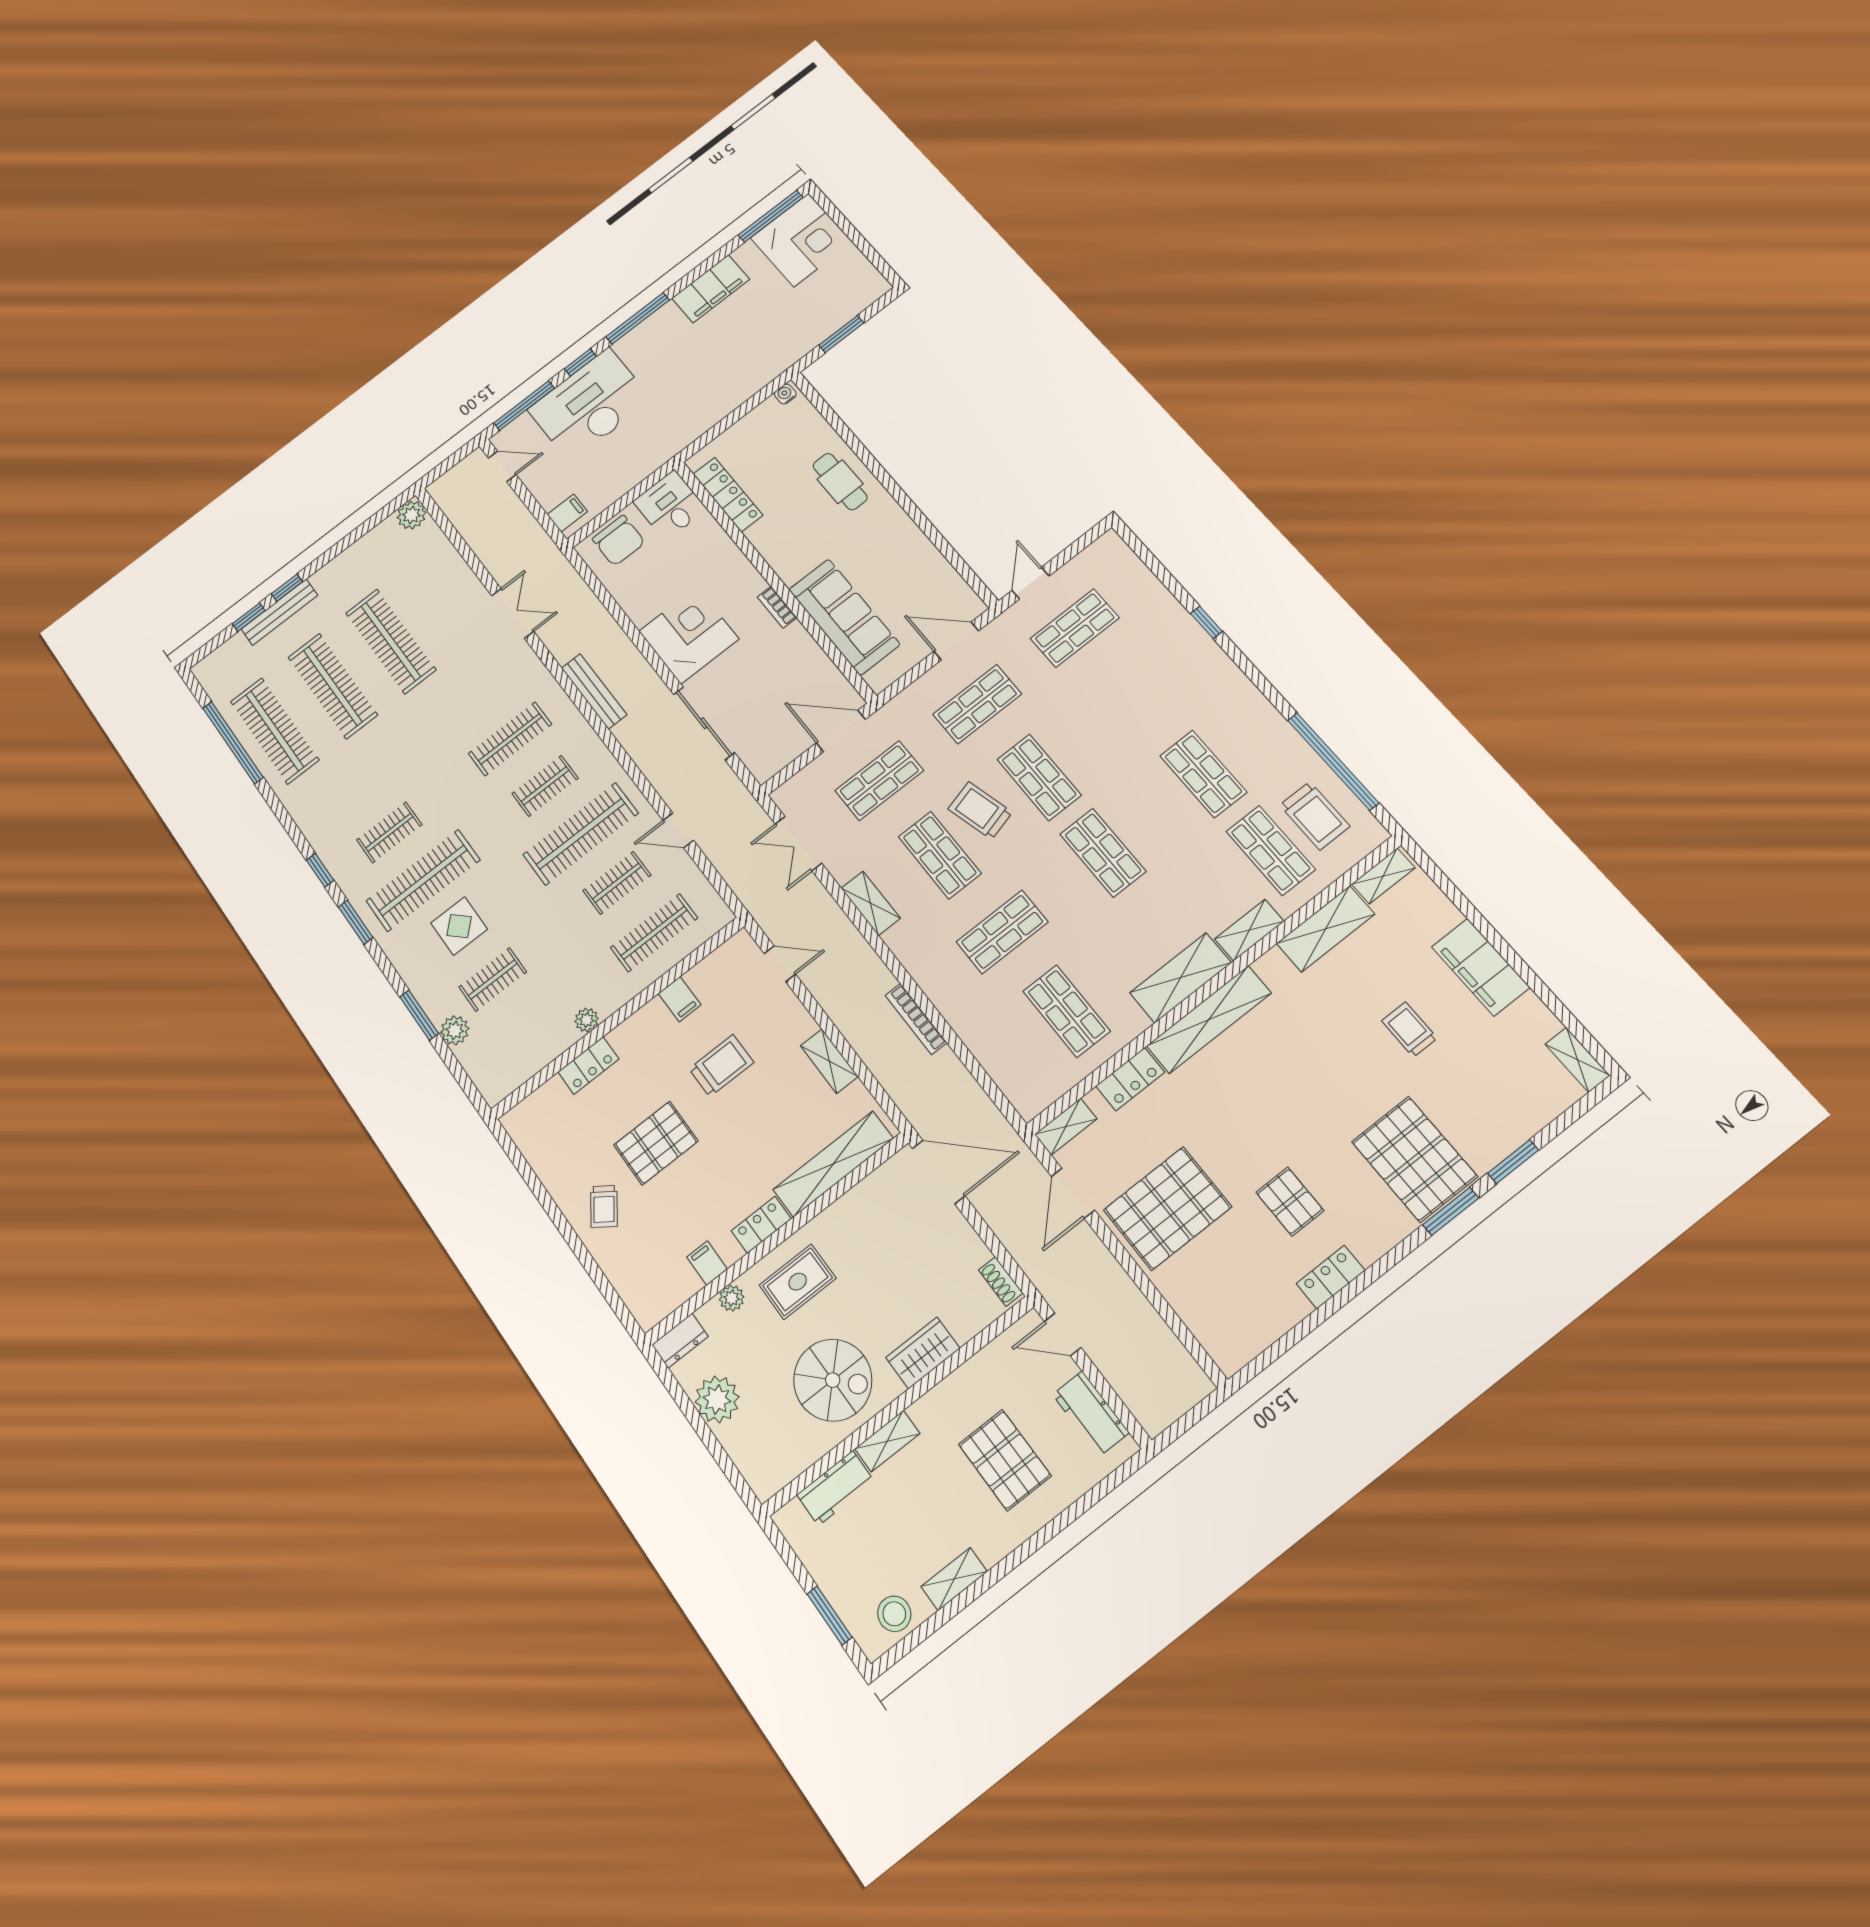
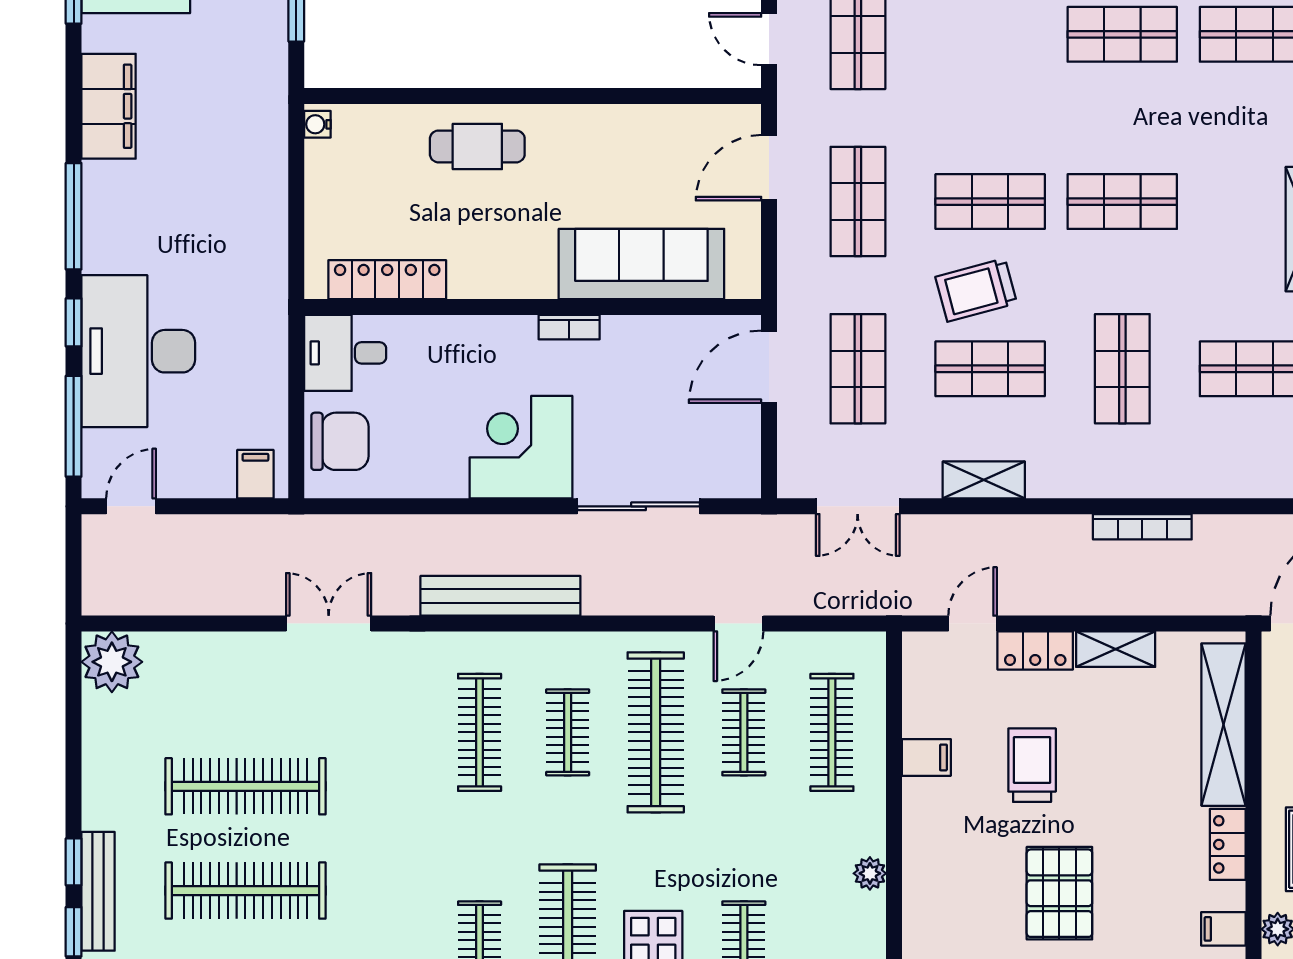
plant: (412, 515) -> (112, 662), width x1.36, depth x1.36
bench: (594, 691) -> (500, 596), width x1.37, depth x1.21
locker: (588, 1065) -> (1035, 650), moved, turned 90

